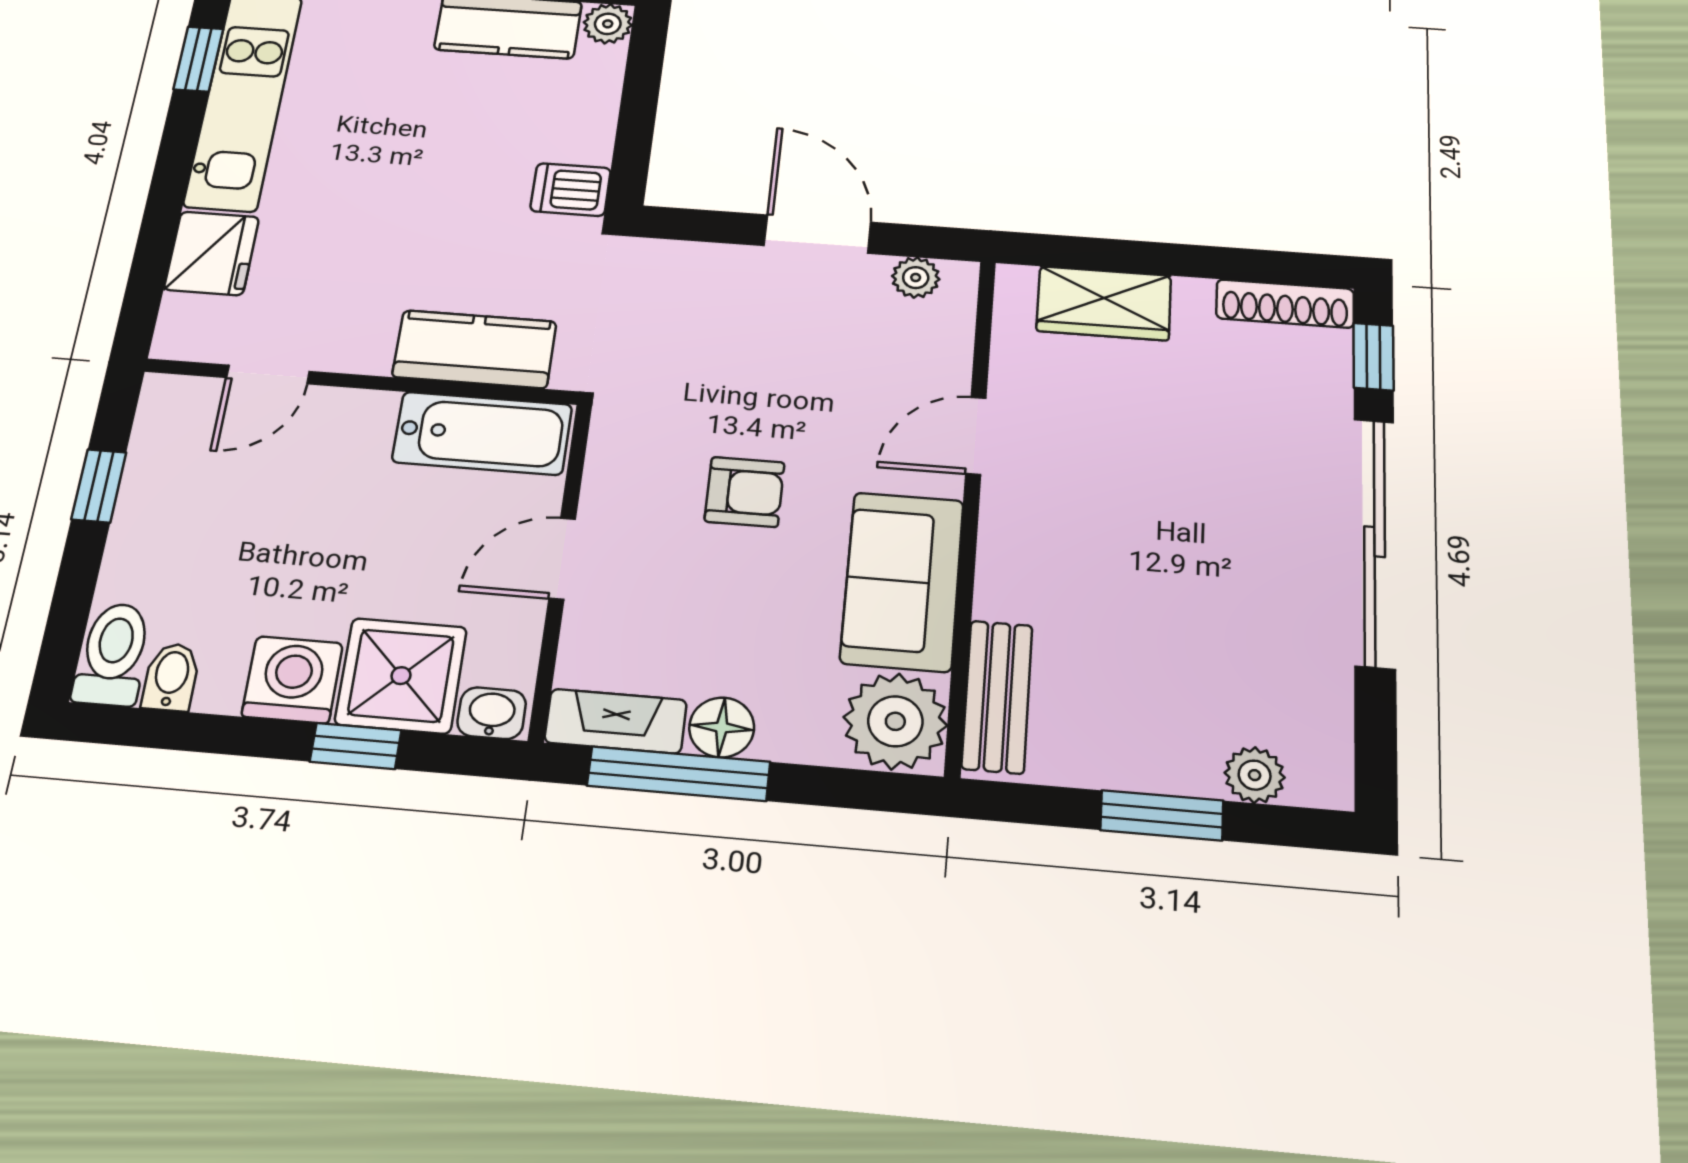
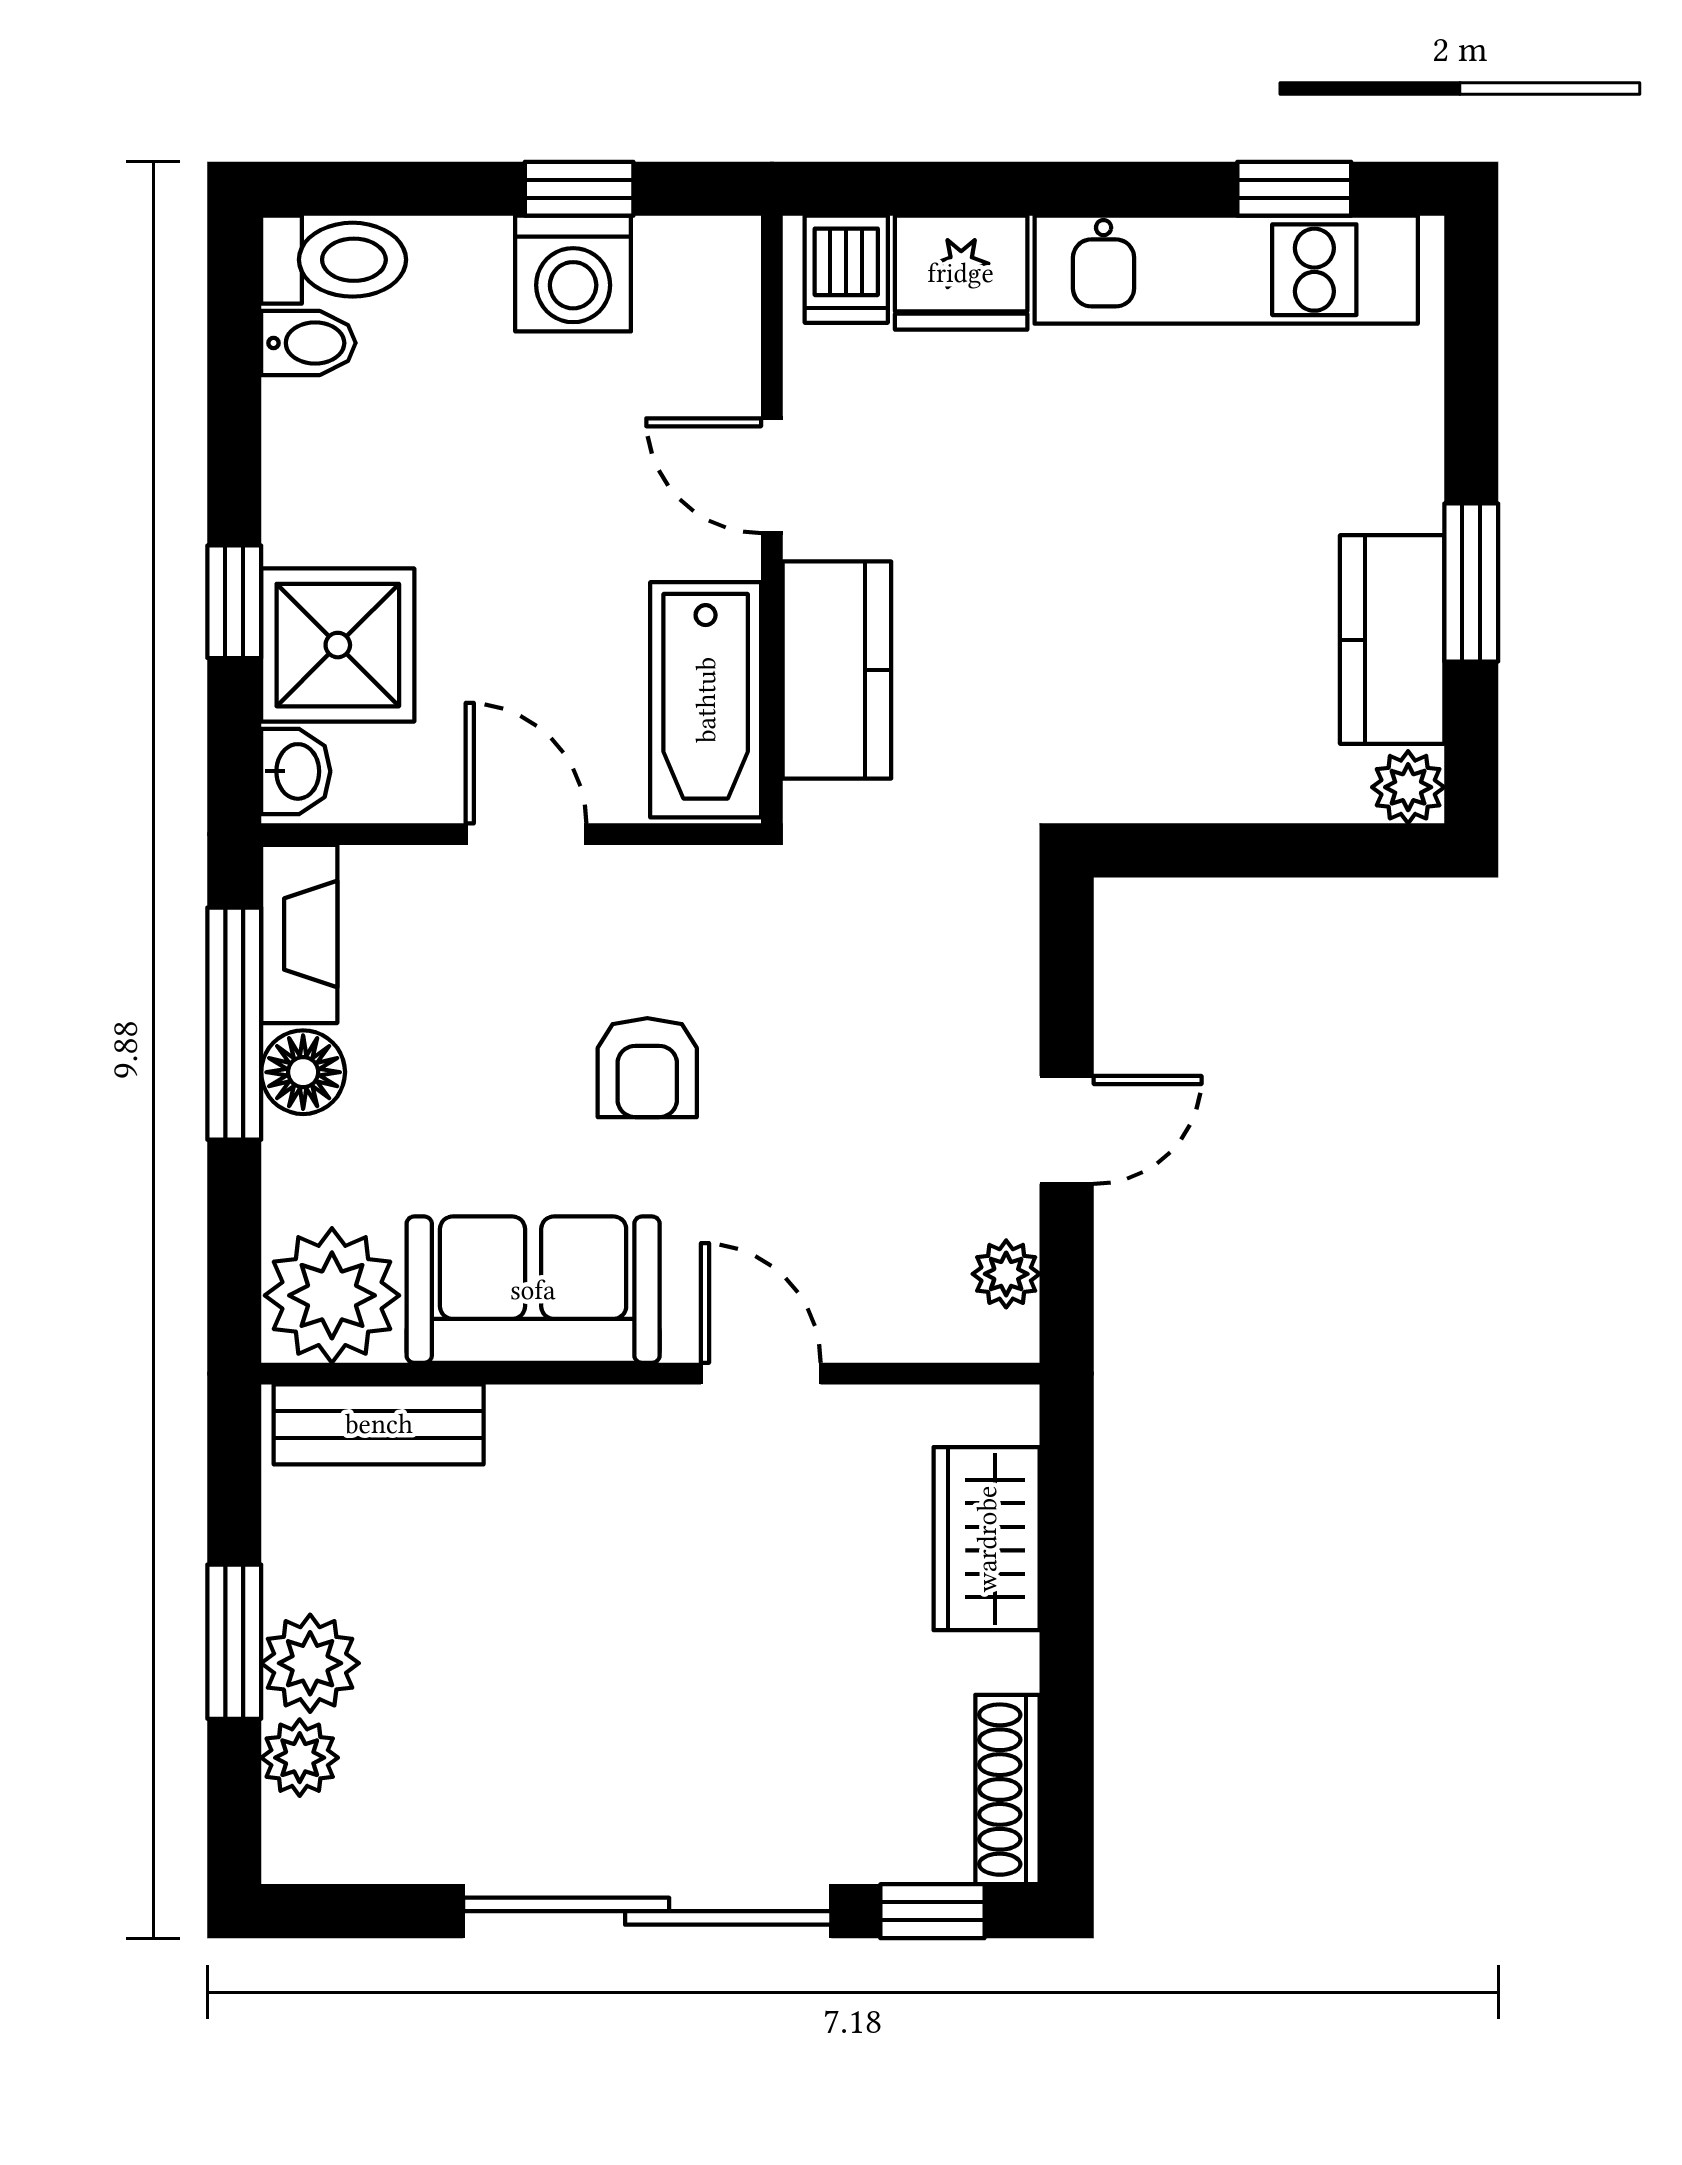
dishwasher: (571, 190) -> (846, 269), moved, turned 180
door: (817, 234) -> (1067, 1130), width x0.73
door: (268, 374) -> (772, 476), moved
washing machine: (292, 680) -> (573, 274), moved, turned 90
plant: (1180, 761) -> (310, 1663), added

